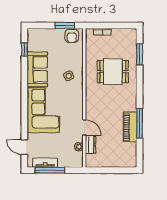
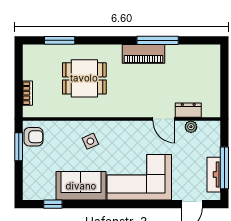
dining table: (113, 72) -> (84, 78), turned 90
piano: (130, 127) -> (144, 54), moved
door: (84, 128) -> (164, 119), swing flipped

